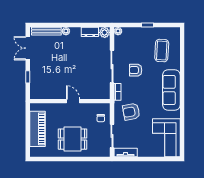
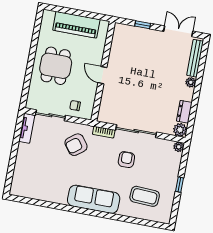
door: (73, 101) -> (102, 75), swing flipped
armchair: (131, 112) -> (76, 145), turned -116
corner sofa: (166, 138) -> (36, 182), removed

